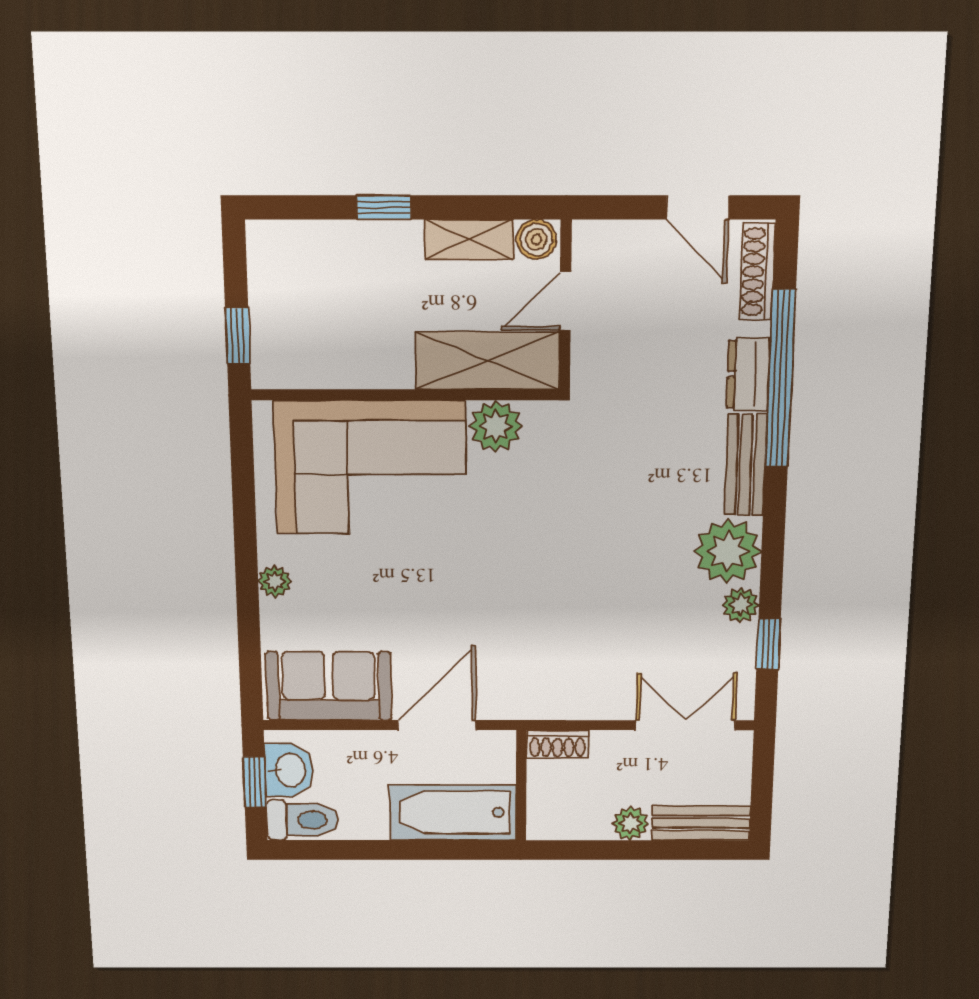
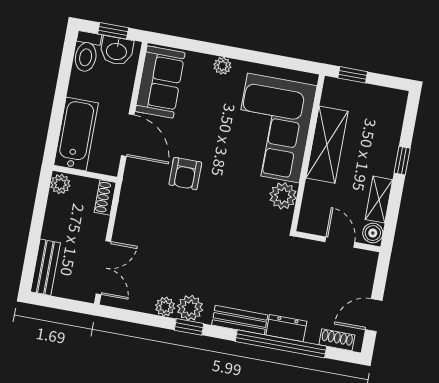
shoe rack: (757, 272) -> (337, 340), width x0.70
shelving: (487, 361) -> (327, 145), moved
plant: (728, 551) -> (190, 308), width x0.73, depth x0.73
armchair: (487, 612) -> (185, 174), added
window: (768, 644) -> (189, 327), moved
plant: (630, 823) -> (60, 184), moved

